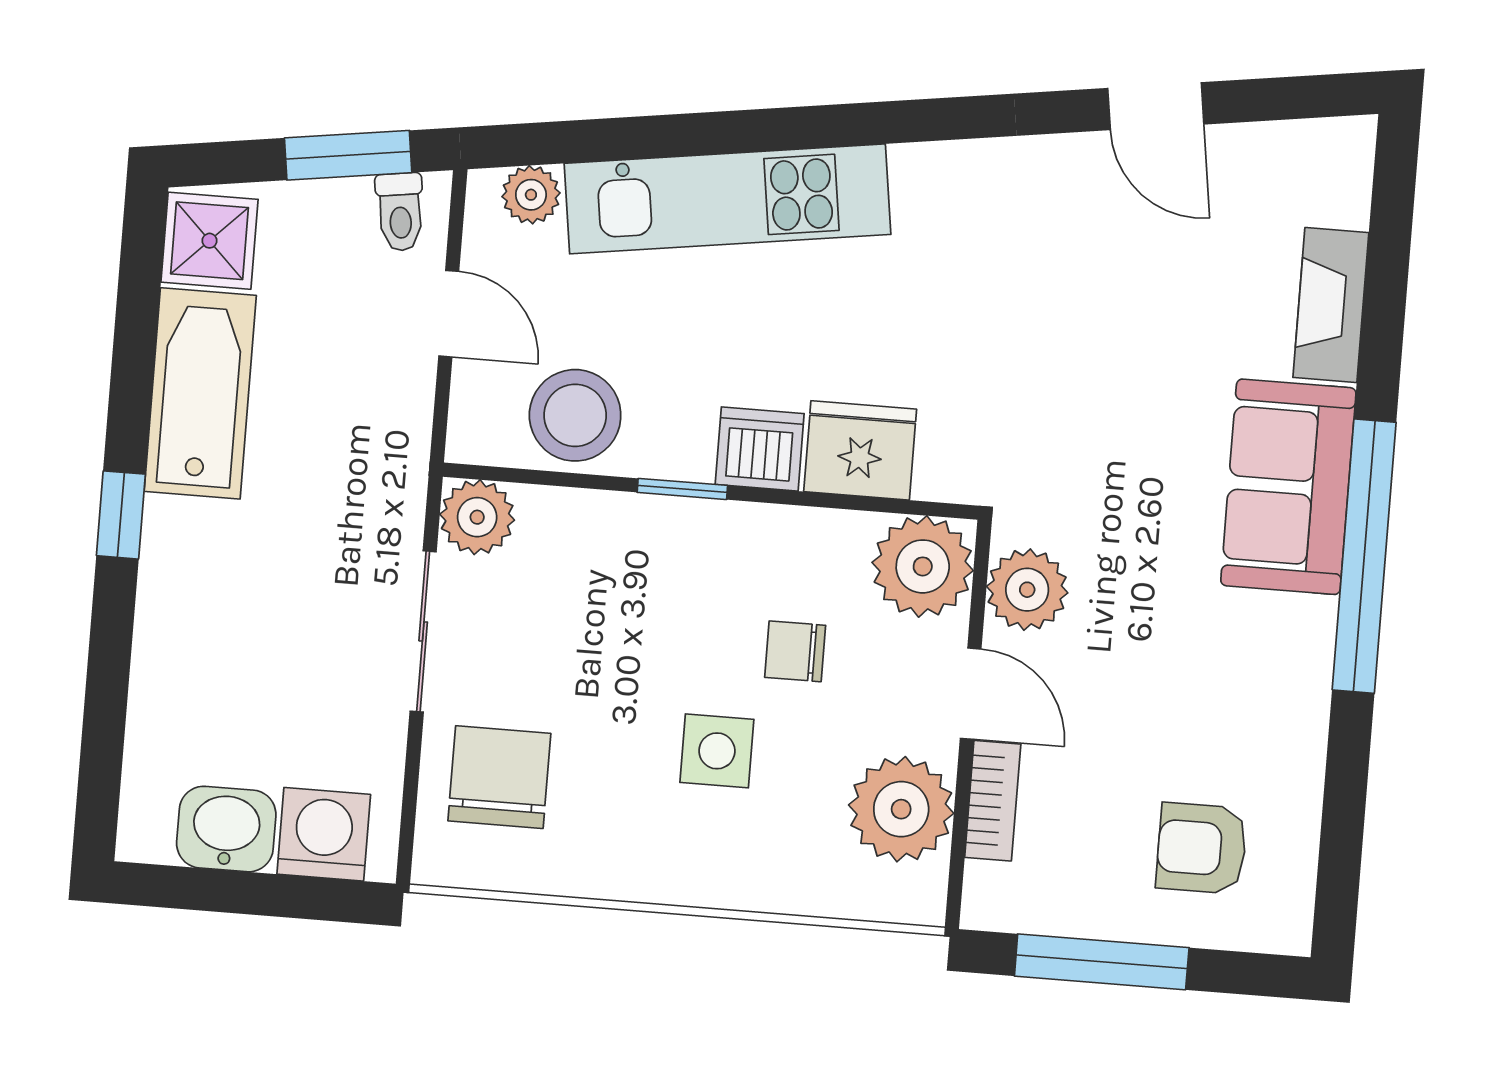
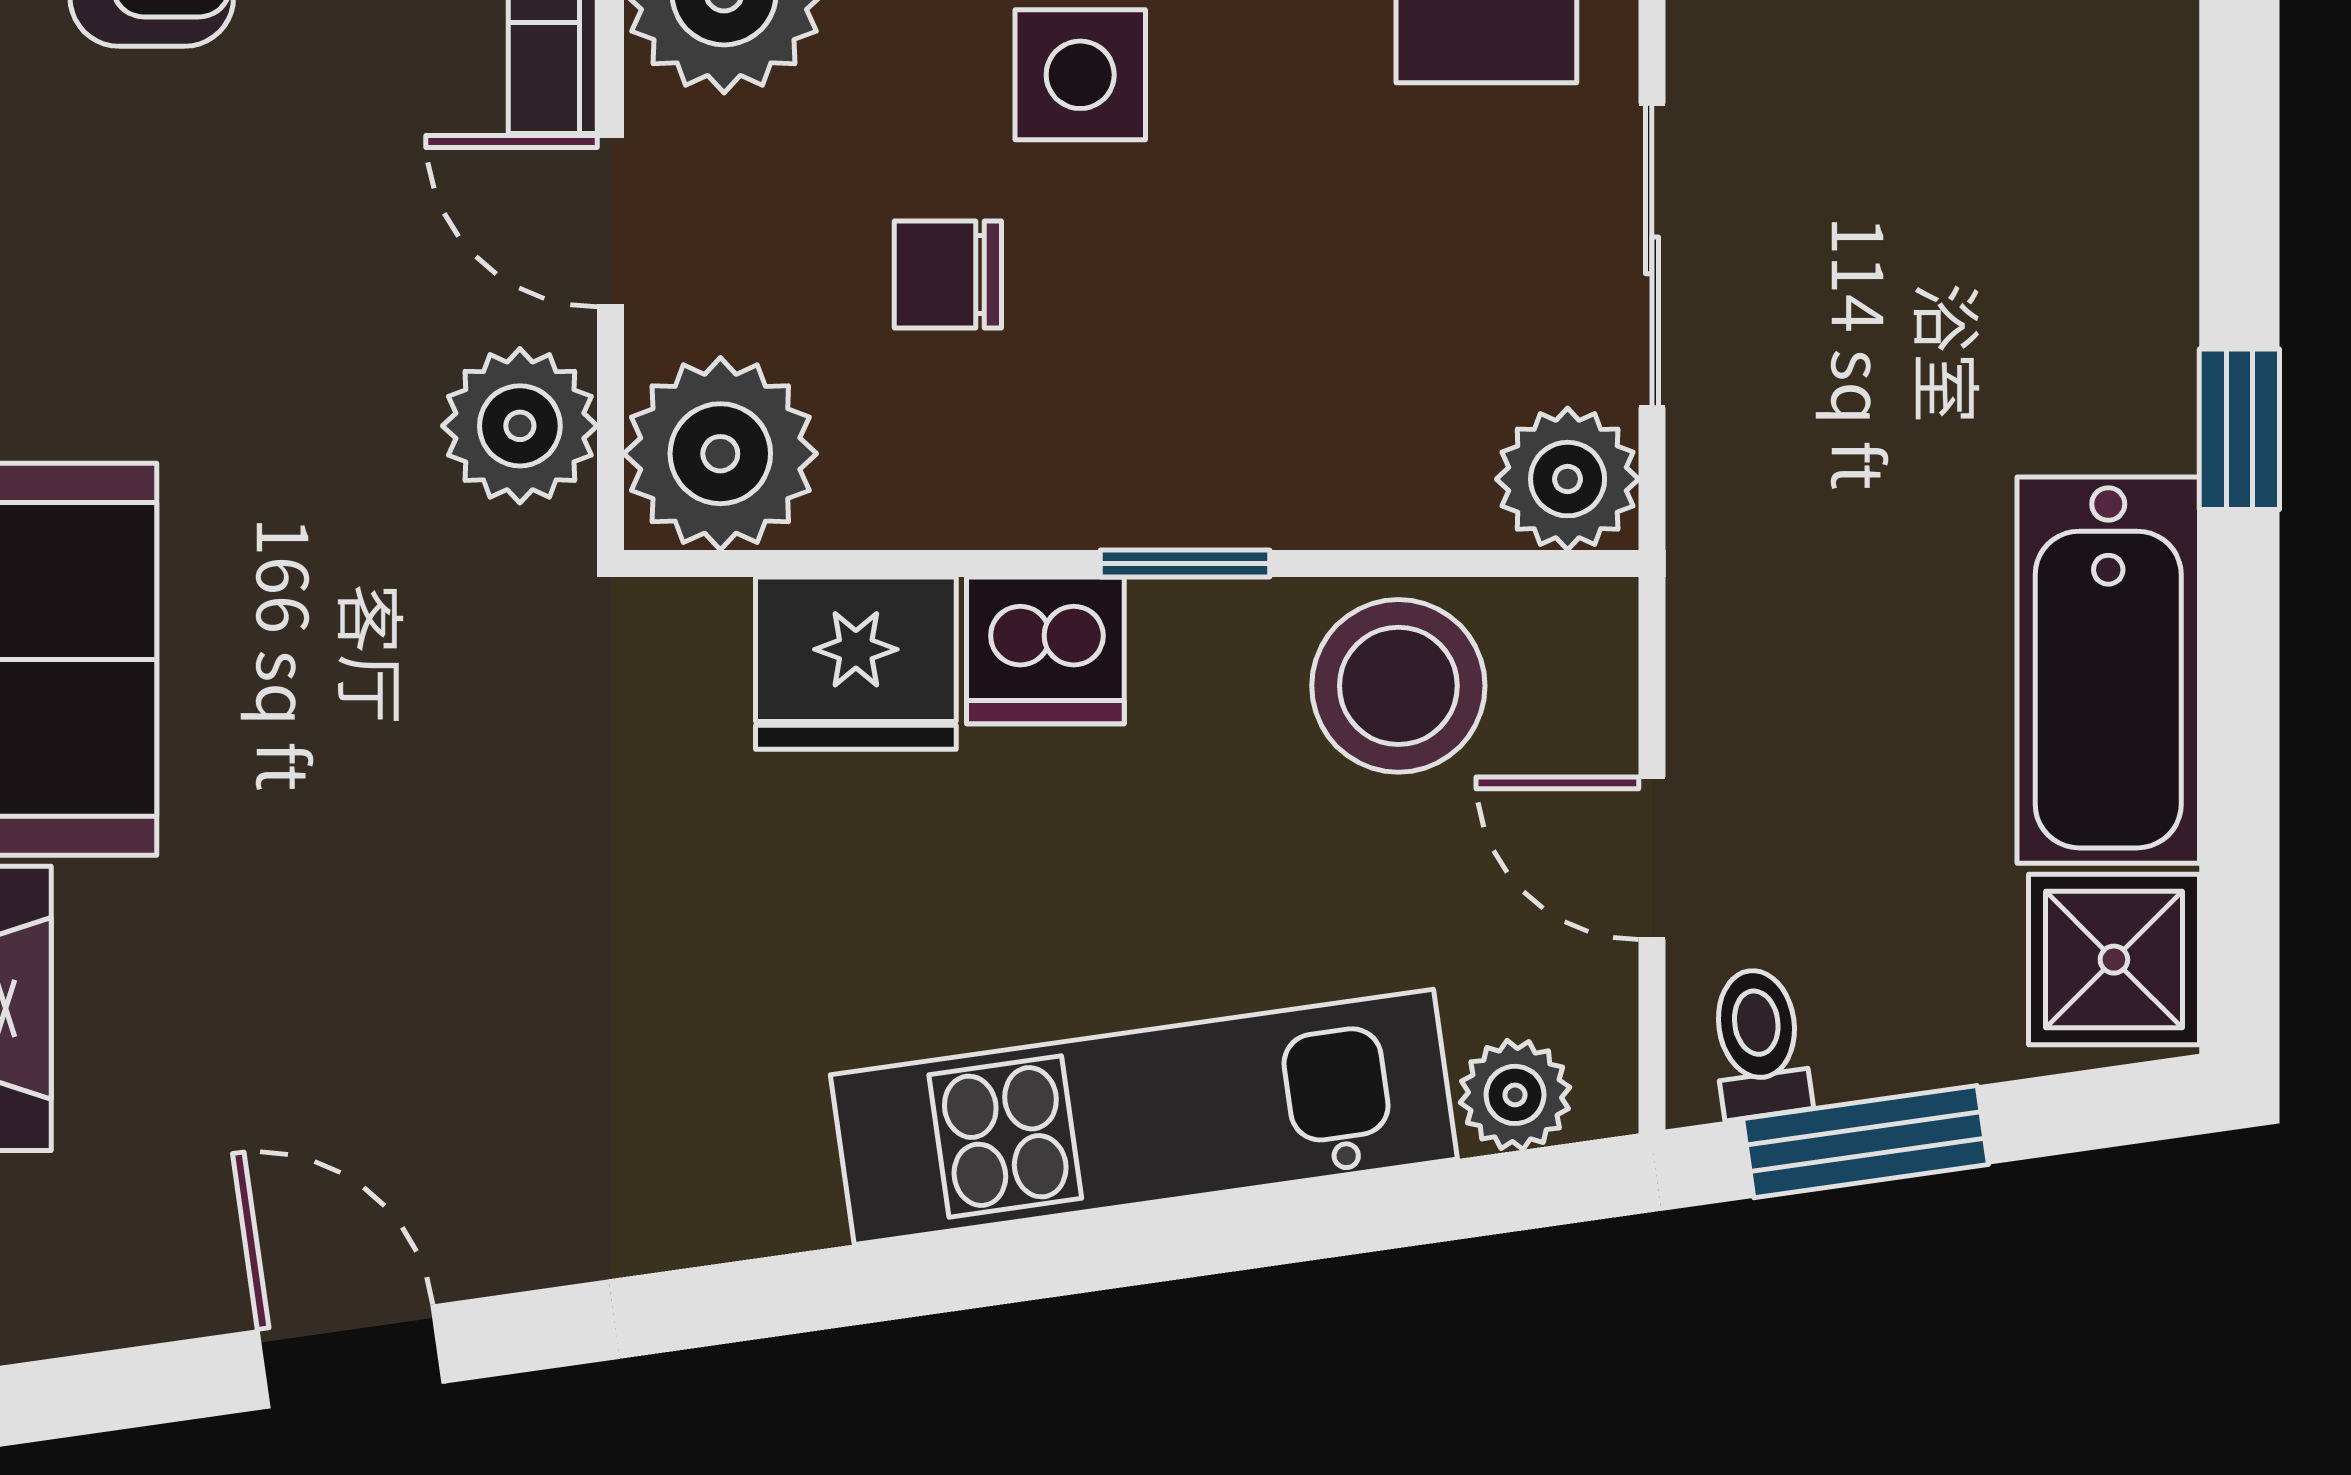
chair: (795, 651) -> (948, 274), turned 180

